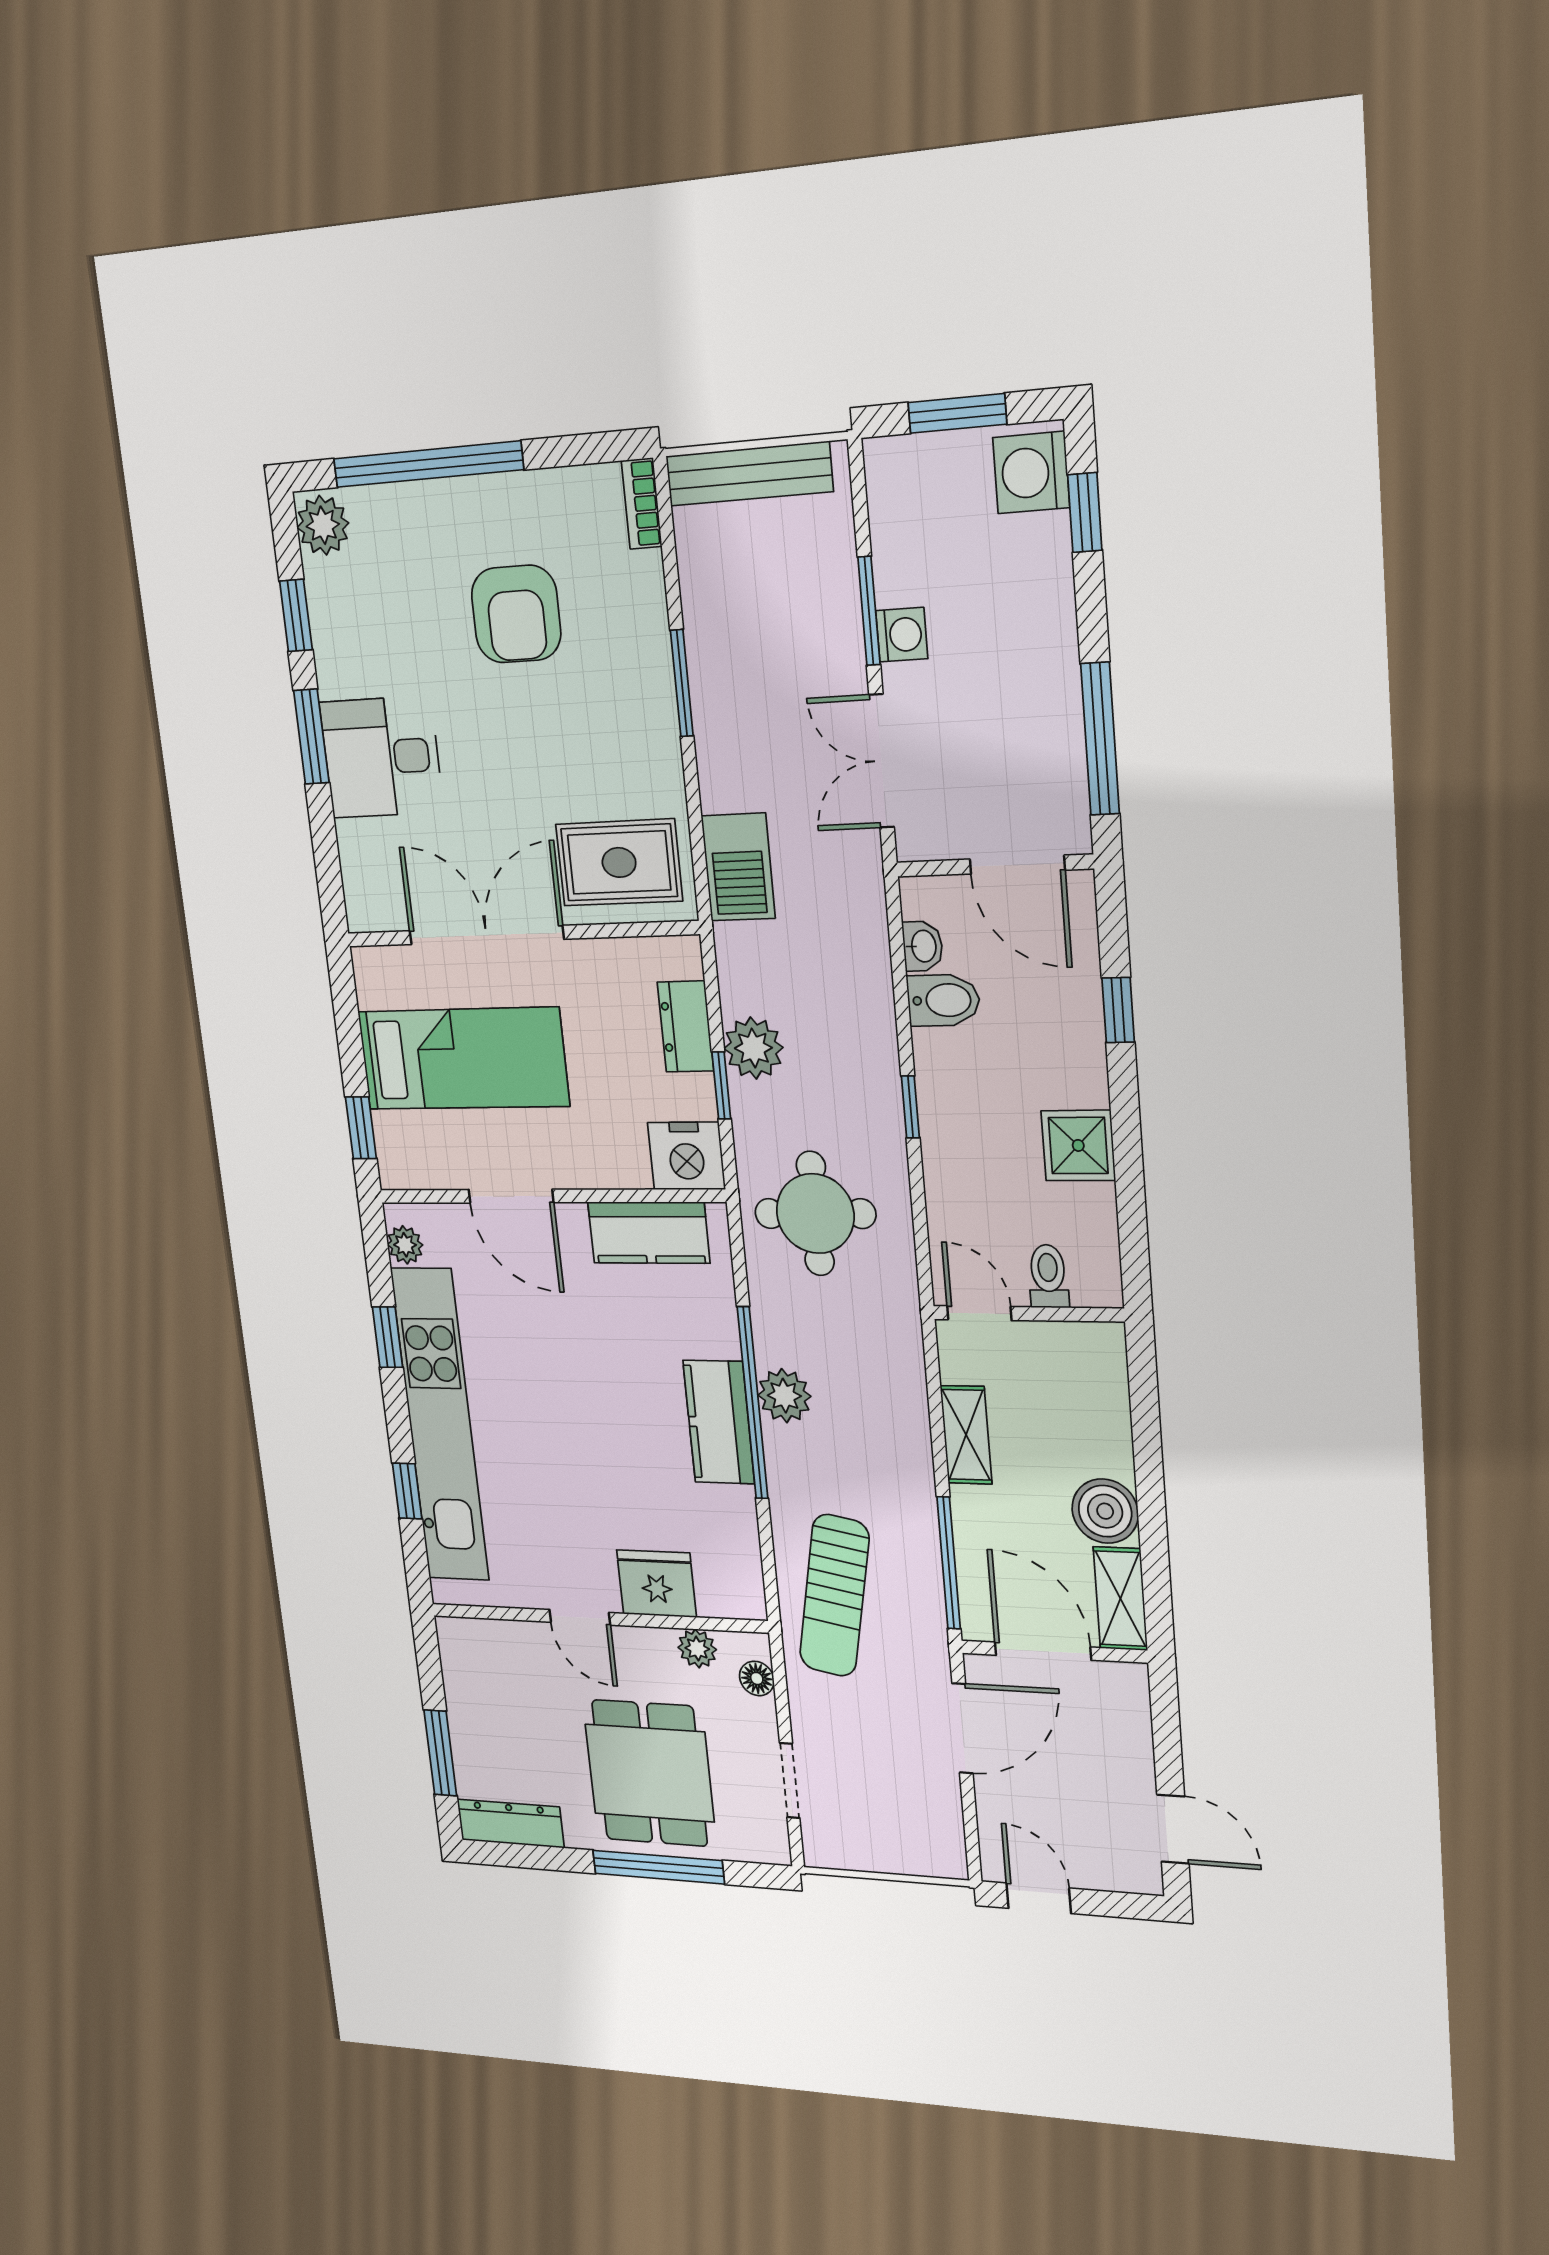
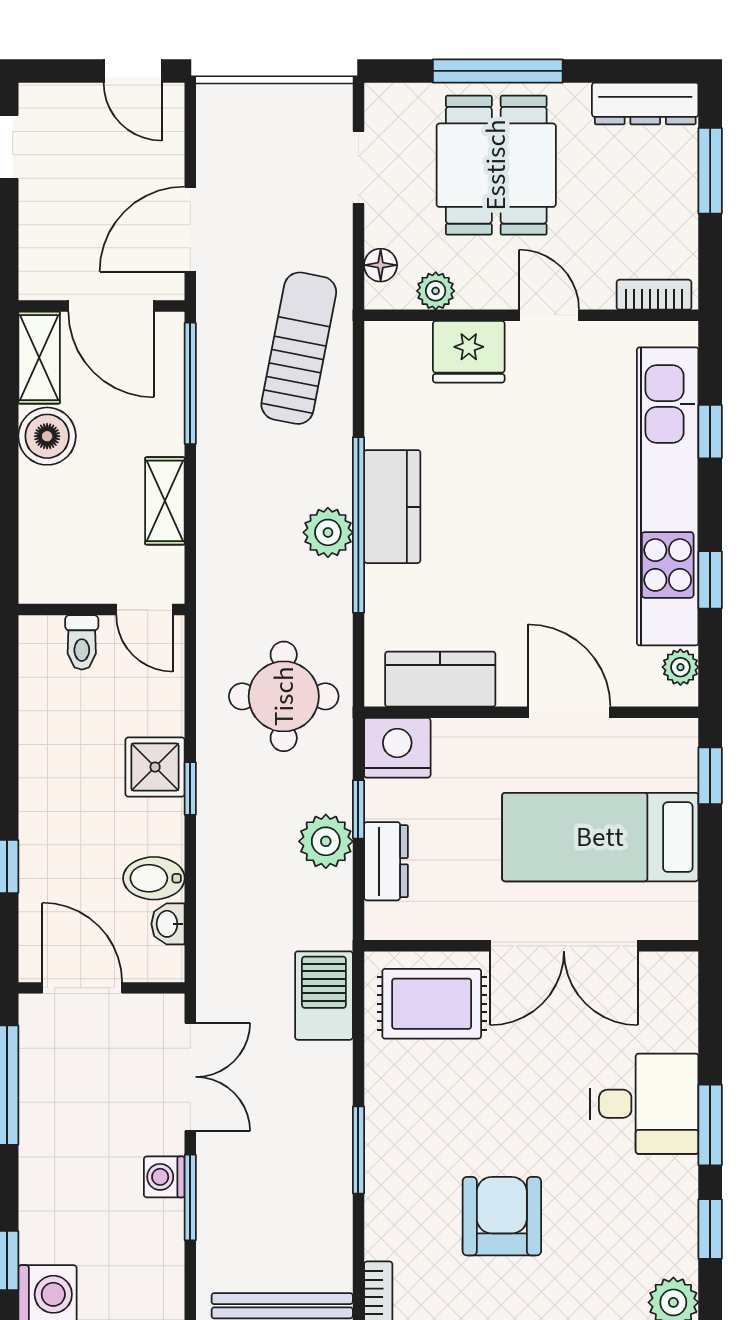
shower: (1078, 1145) -> (155, 767), moved
bookcase: (479, 1633) -> (654, 295), added

